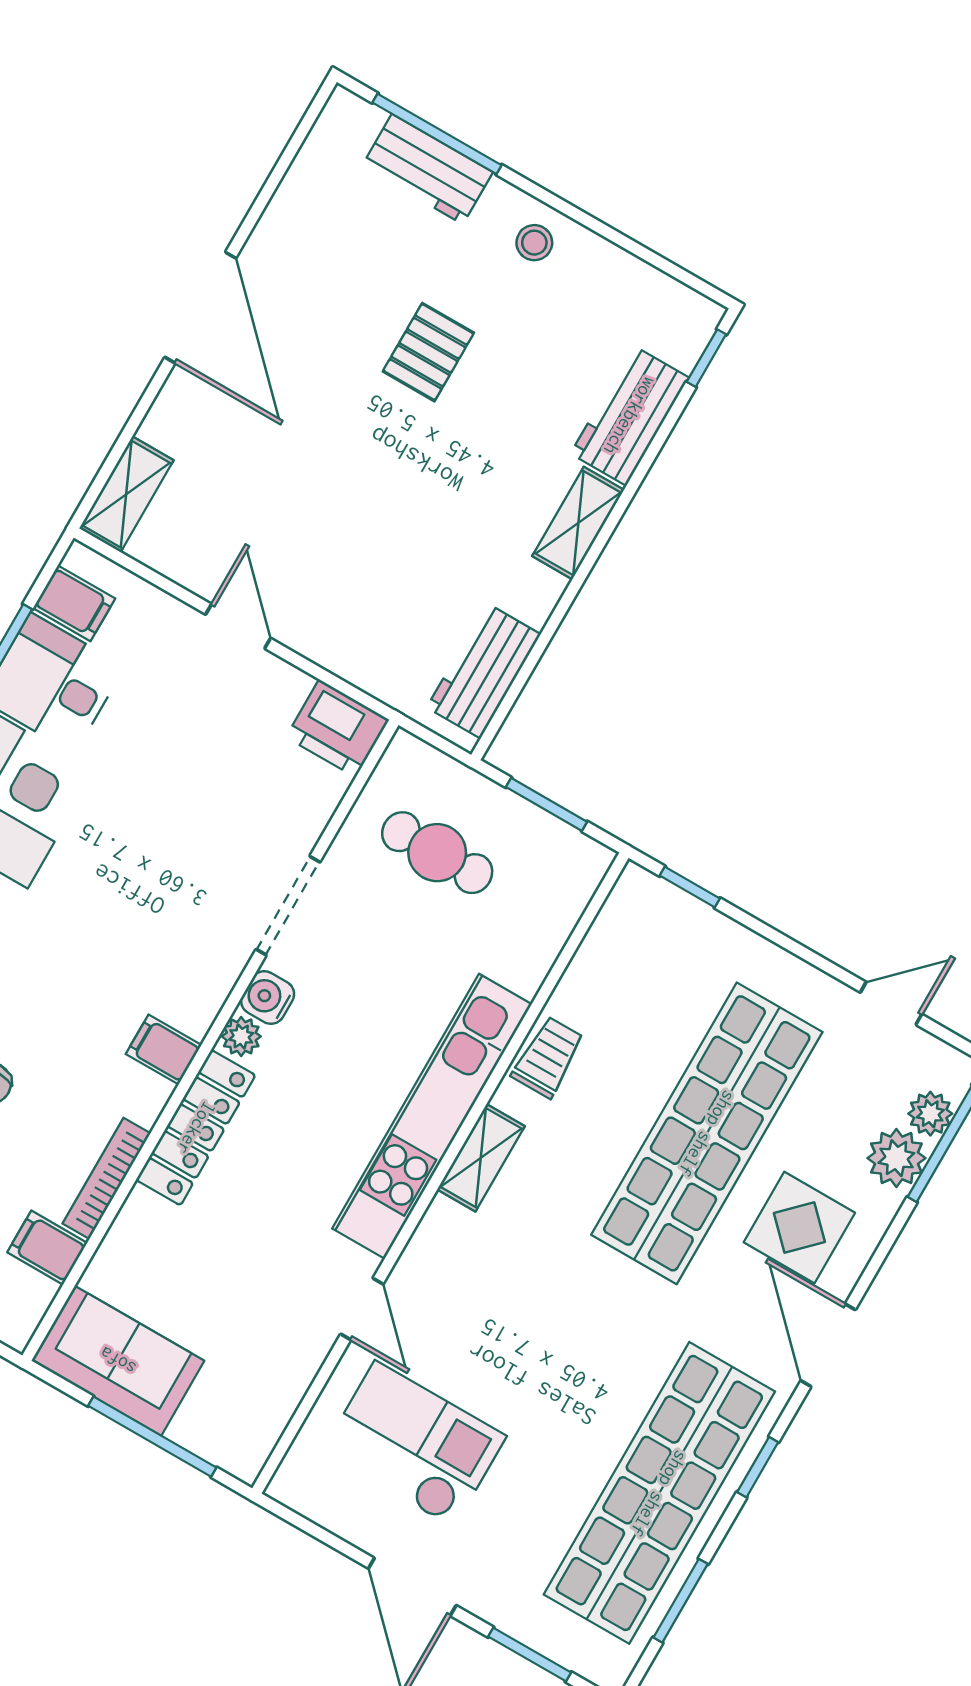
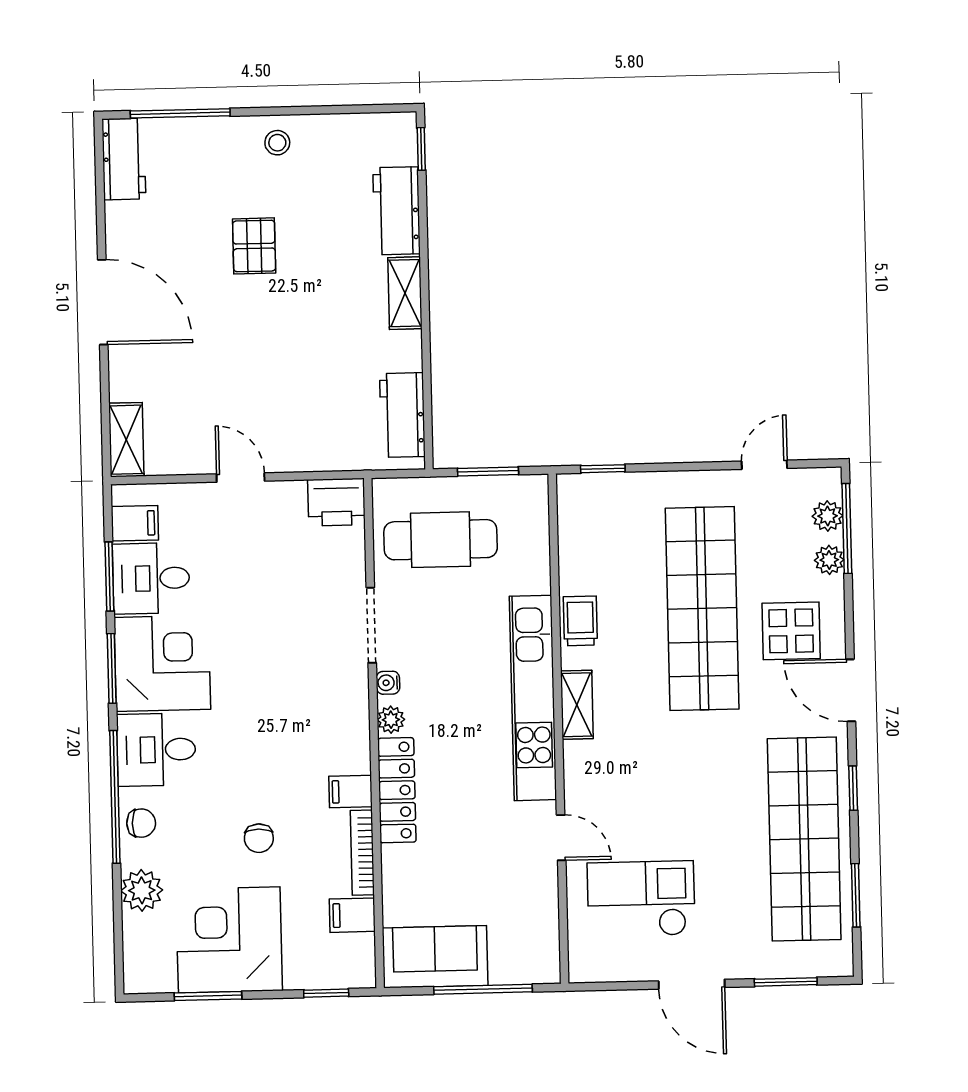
workbench: (427, 169) -> (124, 159), moved, turned -90
cafe table: (437, 853) -> (441, 540), width x1.37, depth x1.35
water cooler: (268, 998) -> (388, 683), width x0.72, depth x0.72
filing cabinet: (164, 1050) -> (350, 792), moved
plant: (896, 1158) -> (829, 560), width x0.73, depth x0.73

